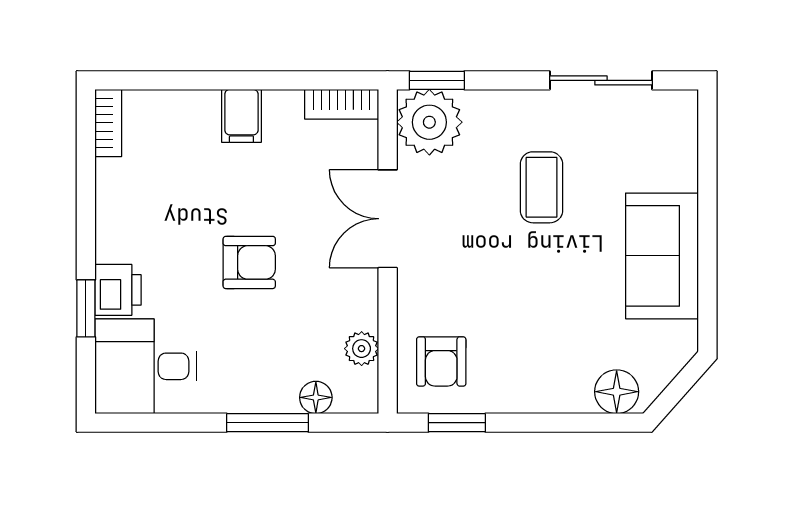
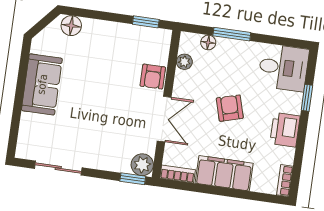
filing cabinet: (241, 116) -> (224, 173), width x3.00, depth x1.17
plant: (429, 122) -> (142, 165), width x0.73, depth x0.73
coffee table: (541, 187) -> (92, 123), removed
armchair: (249, 262) -> (230, 108), turned 74
printer: (118, 290) -> (285, 130), moved, width x1.36, depth x1.24
armchair: (441, 361) -> (153, 77), moved, turned 180

